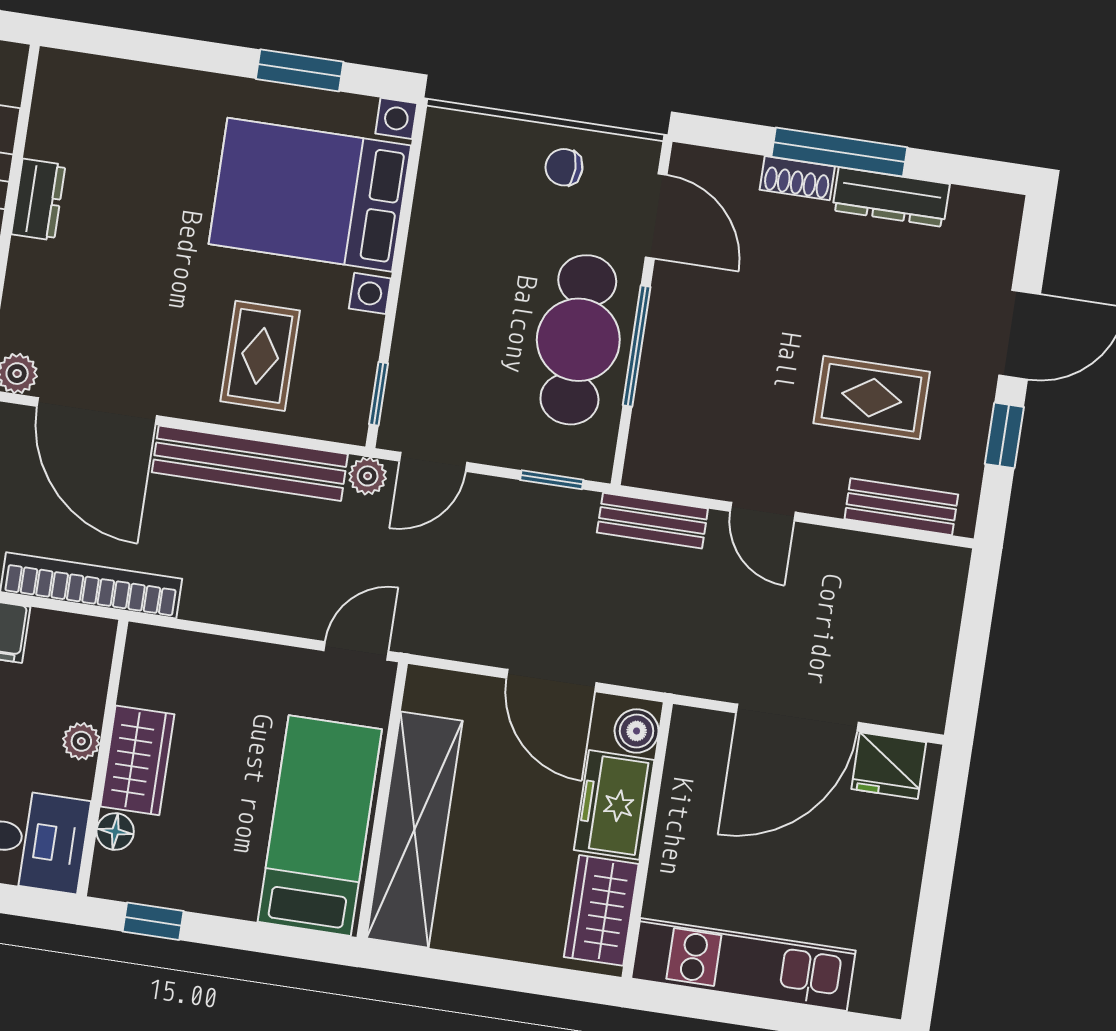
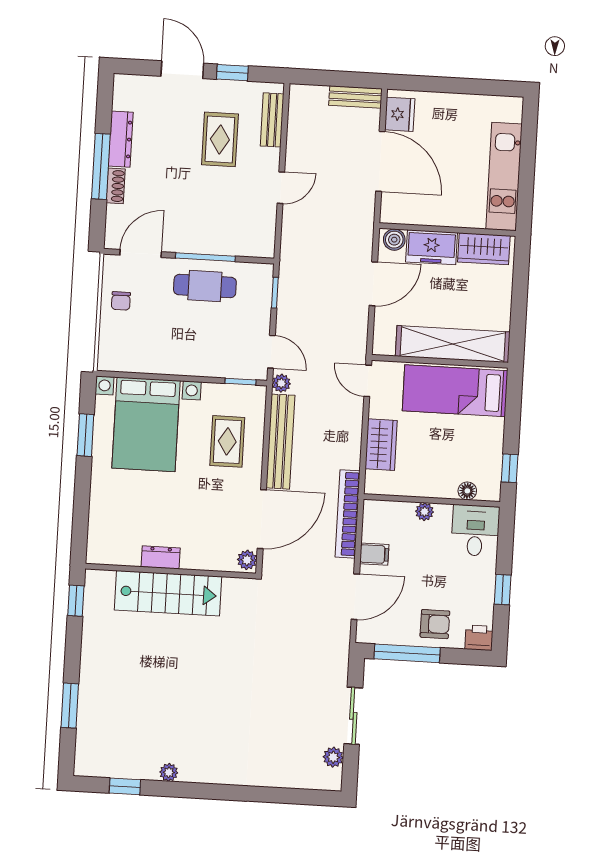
cafe table: (578, 340) -> (205, 286), width x0.73, depth x0.74
rug: (260, 356) -> (227, 441), turned 90
bench: (652, 521) -> (355, 97), moved, turned 90
wardrobe: (137, 760) -> (381, 445), moved, turned 90

